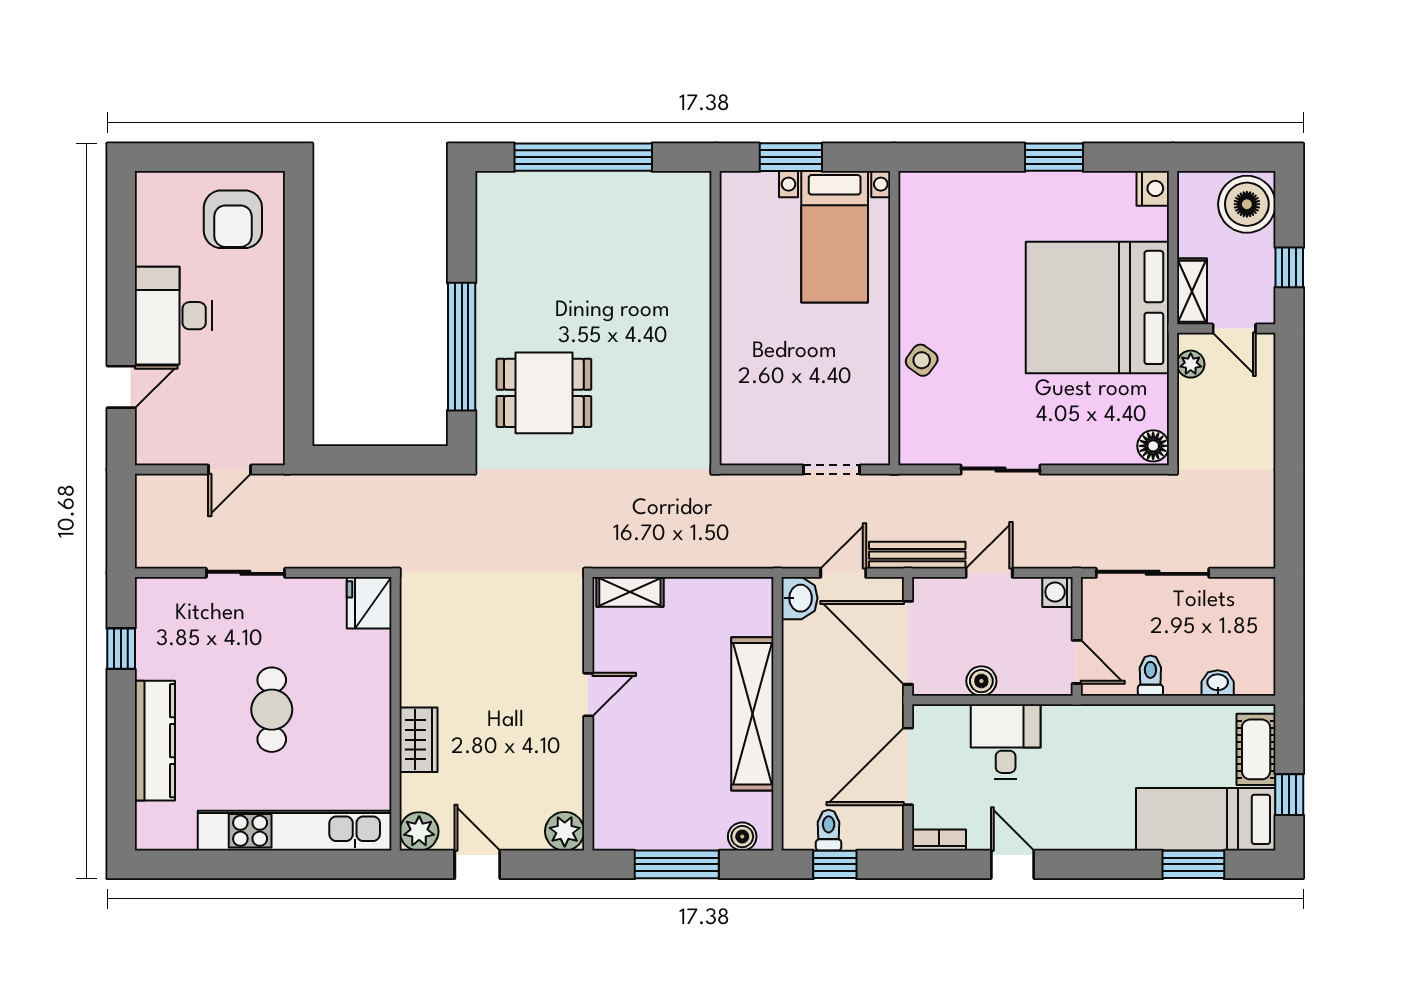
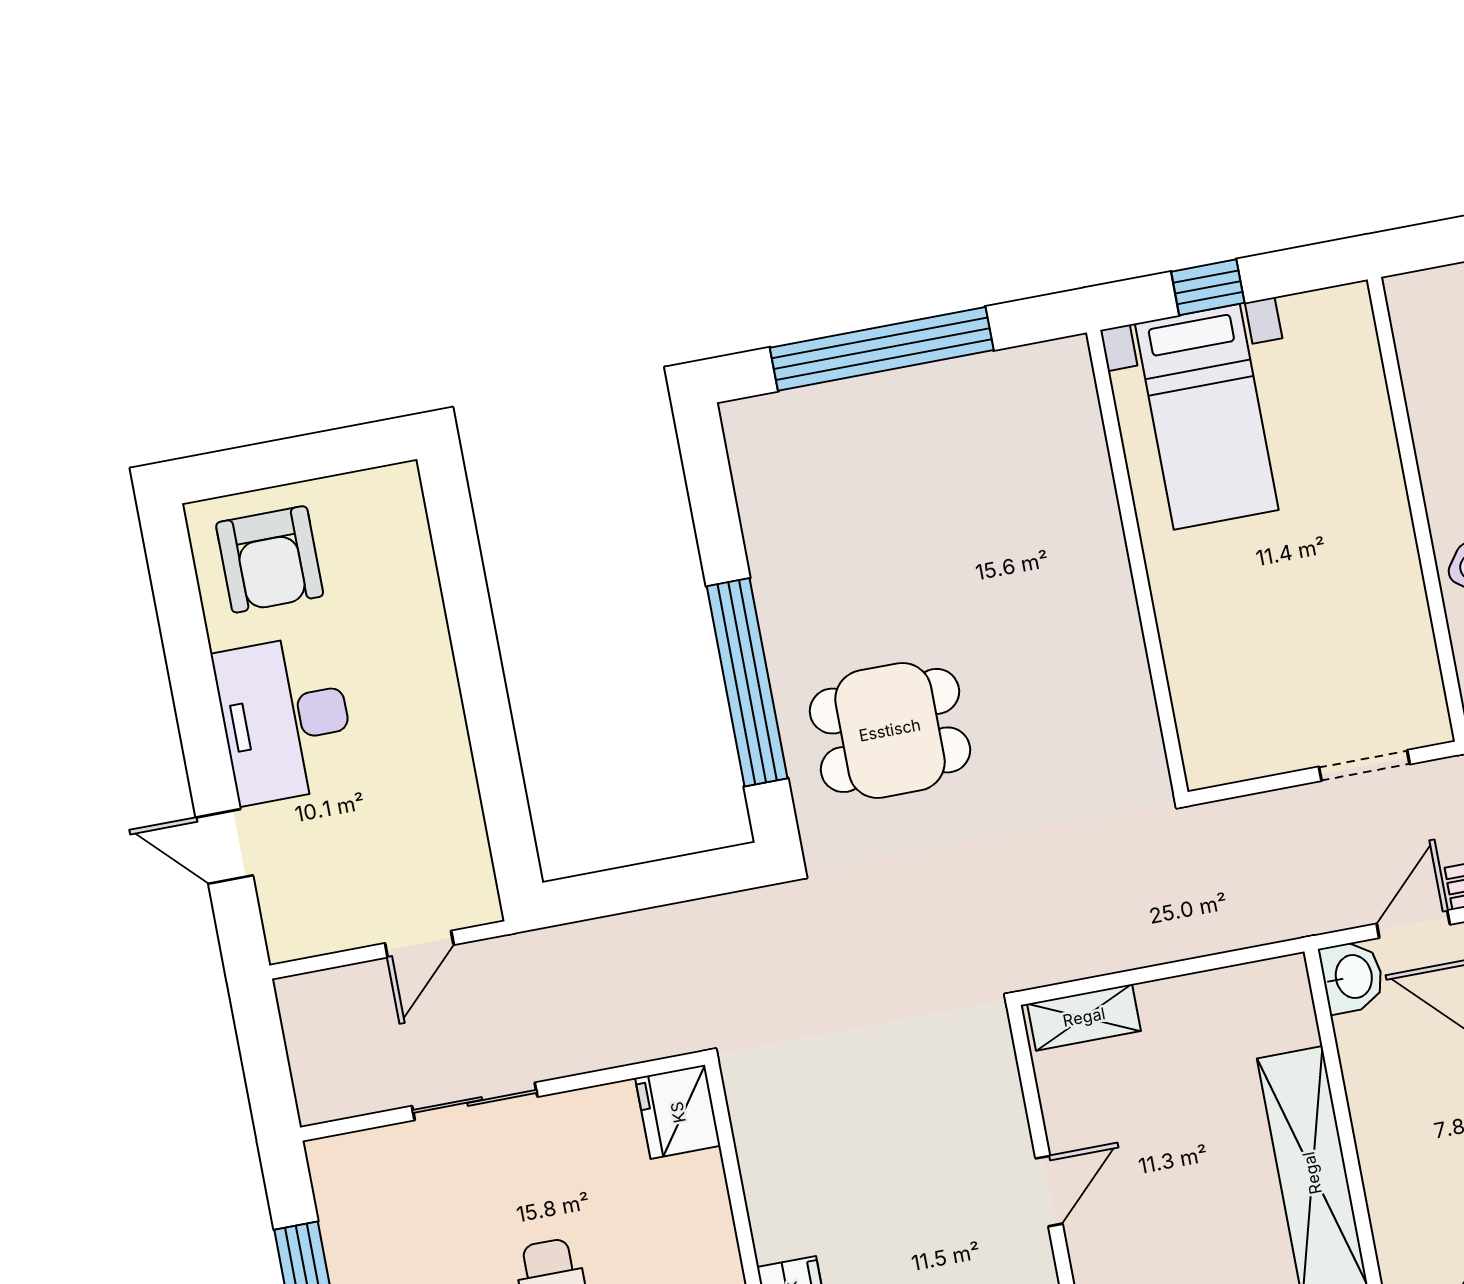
window: (791, 157) -> (1208, 287), width x0.67
armchair: (233, 219) -> (270, 559), moved
bed with nightstands: (835, 237) -> (1207, 417), moved
door: (121, 387) -> (224, 846), swing flipped

